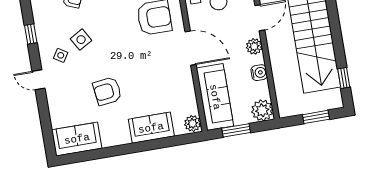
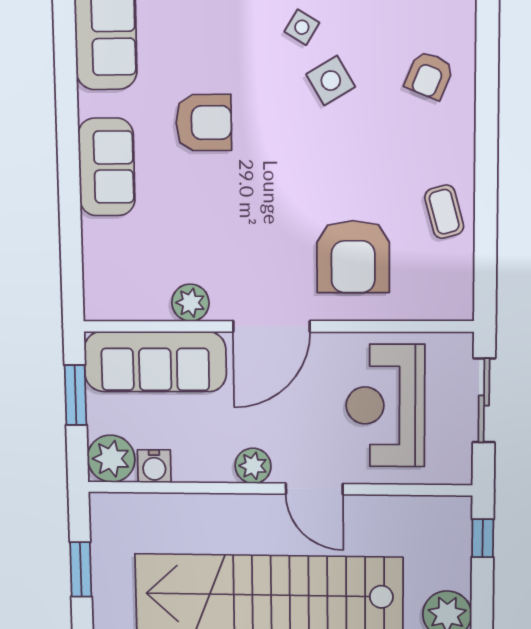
water cooler: (259, 73) -> (154, 466), moved
armchair: (107, 91) -> (204, 123), turned 97
plant: (193, 123) -> (190, 303), moved
sofa: (151, 128) -> (106, 167), moved

